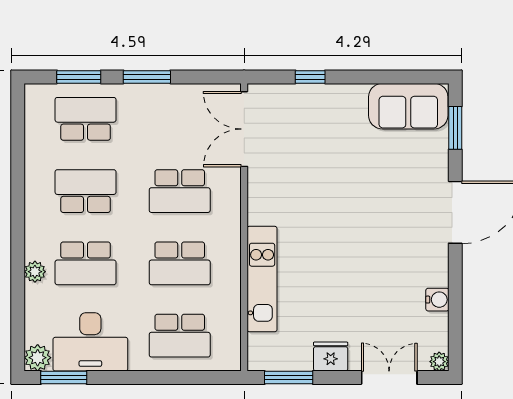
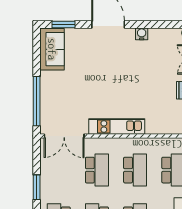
window: (310, 77) -> (37, 101), width x3.17
kitchen unit: (262, 279) -> (117, 126), moved
water cooler: (437, 300) -> (142, 34), moved

